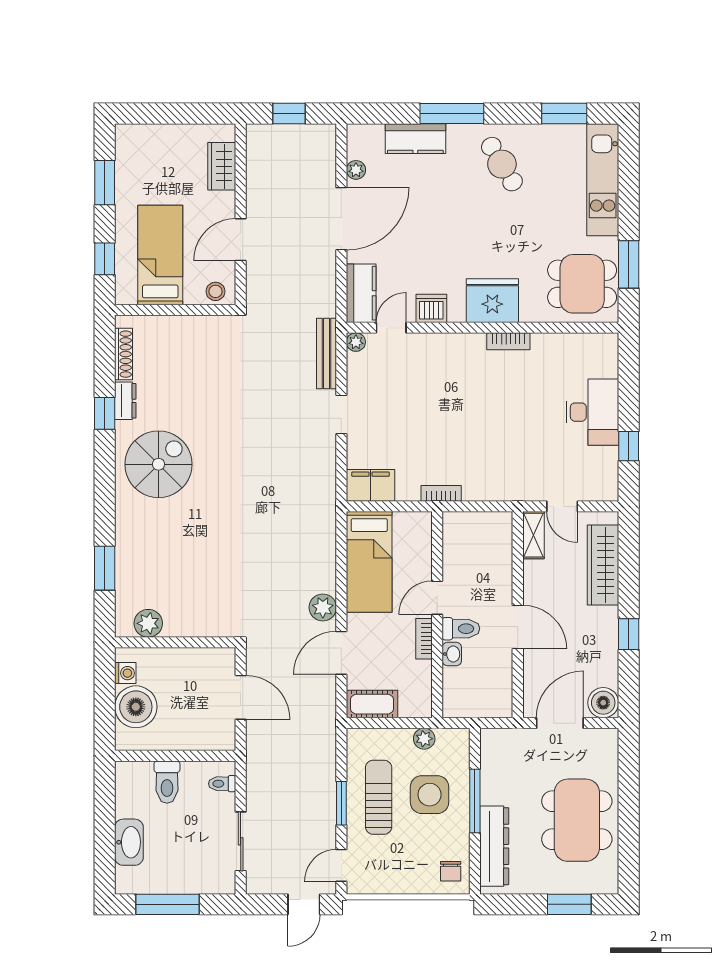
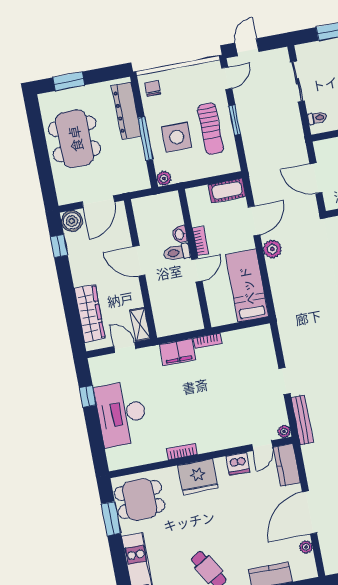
desk: (592, 412) -> (122, 414), width x1.36, depth x1.30
filing cabinet: (370, 485) -> (178, 352), moved
window: (629, 634) -> (59, 246), moved
plant: (424, 739) -> (164, 178), moved

